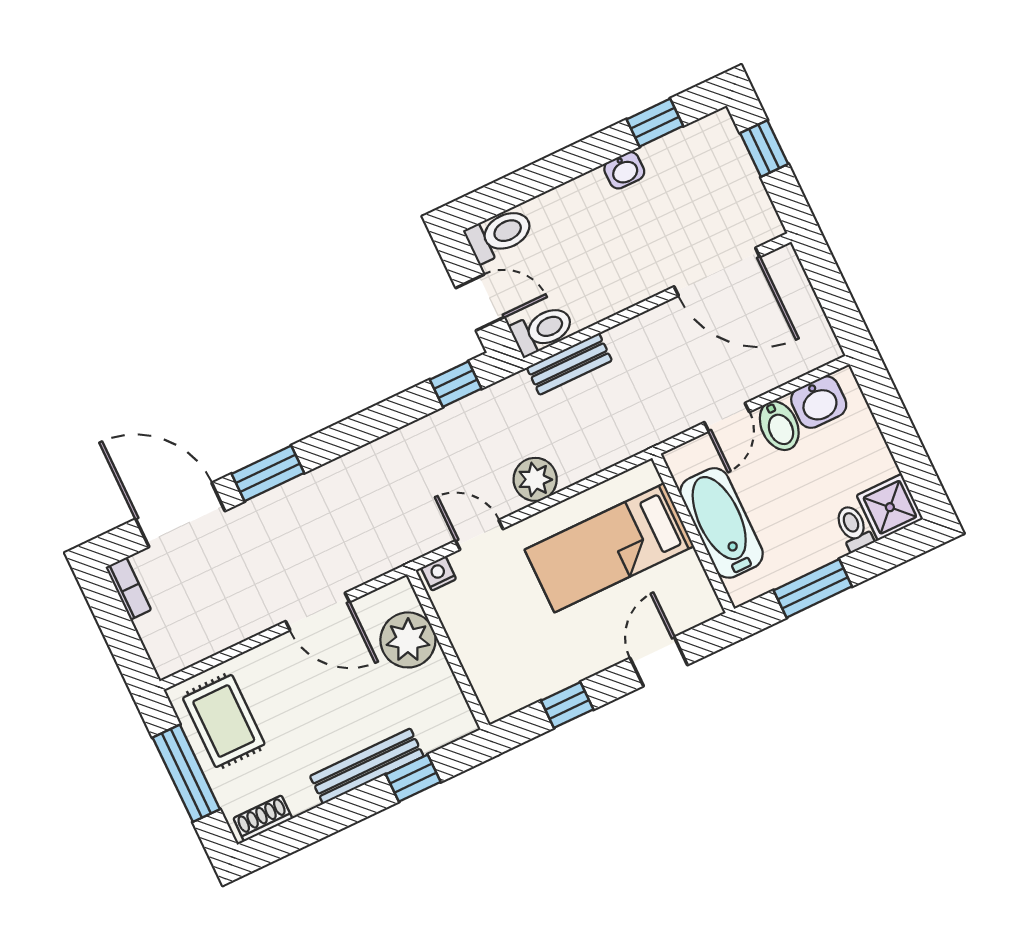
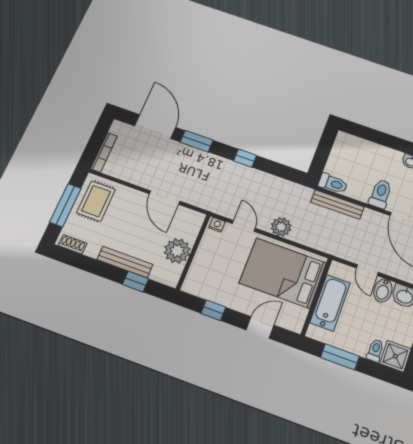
toilet: (500, 234) -> (380, 194), moved, turned -90
door: (480, 302) -> (321, 156), removed
bench: (569, 364) -> (337, 205), width x1.36
window: (456, 384) -> (245, 158), moved
door: (727, 417) -> (367, 270), hinge flipped
bed: (609, 548) -> (283, 273), width x1.50
bookcase: (128, 589) -> (104, 152), moved, width x1.56
plant: (408, 640) -> (177, 251), moved

